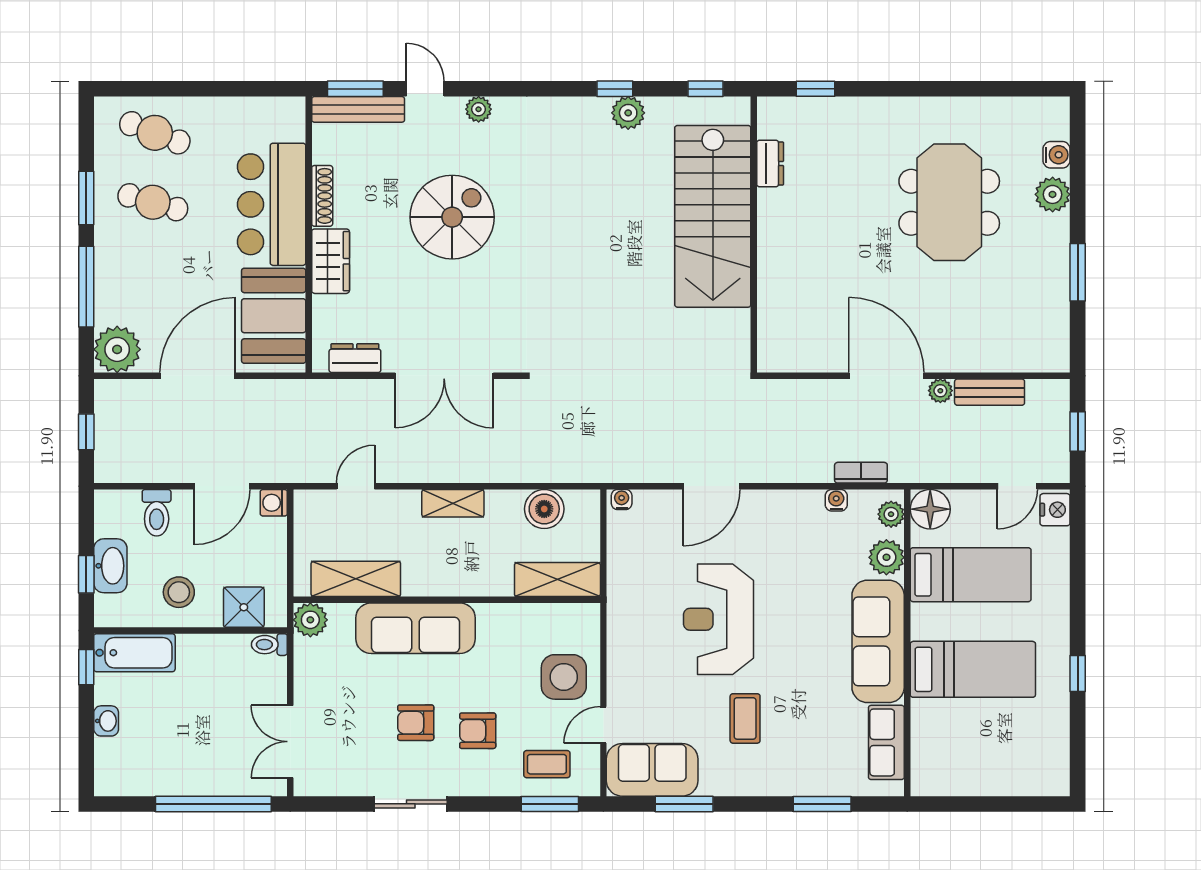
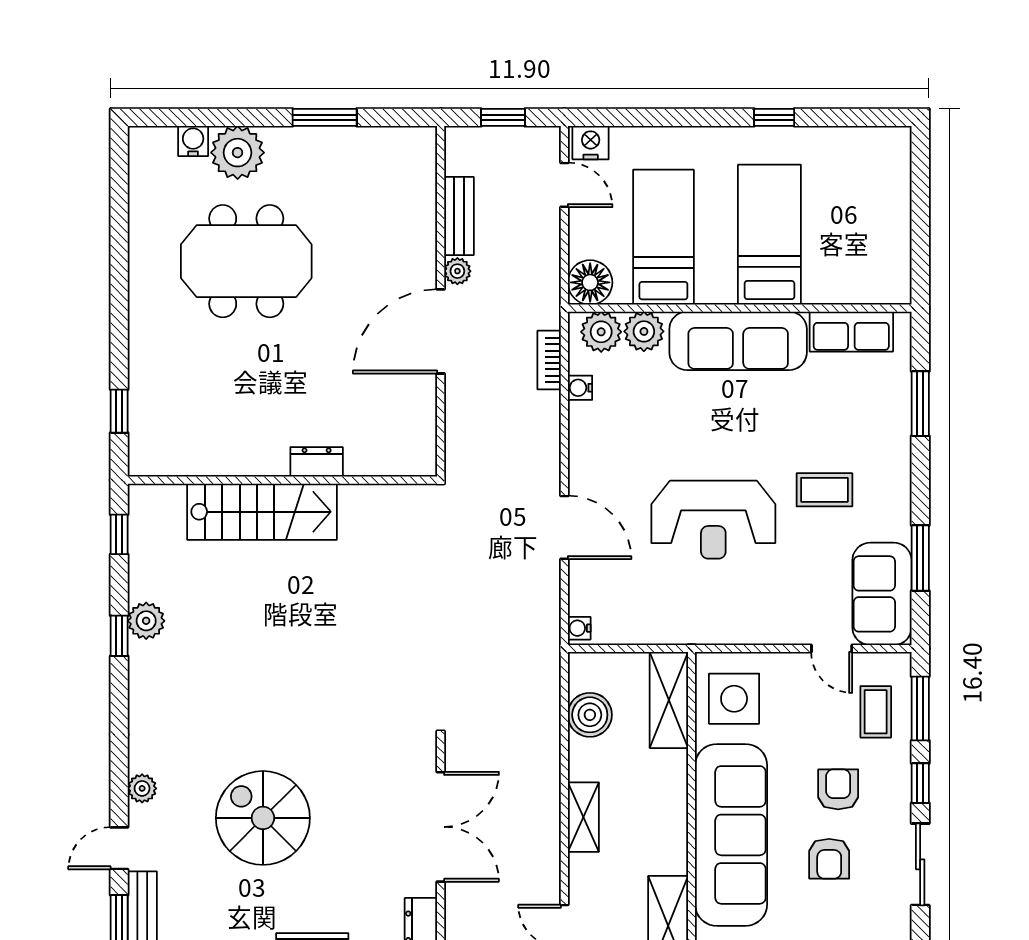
dresser: (770, 163) -> (317, 462), moved
plant: (1053, 194) -> (238, 153), width x1.36, depth x1.36
stairs: (713, 216) -> (262, 512), width x0.73, depth x0.66
plant: (891, 514) -> (601, 332), width x1.38, depth x1.38
sofa: (415, 628) -> (731, 835), width x1.36, depth x1.27
side table: (564, 677) -> (734, 699), moved
armchair: (478, 731) -> (838, 789), turned 180
window: (483, 804) -> (920, 783), added

